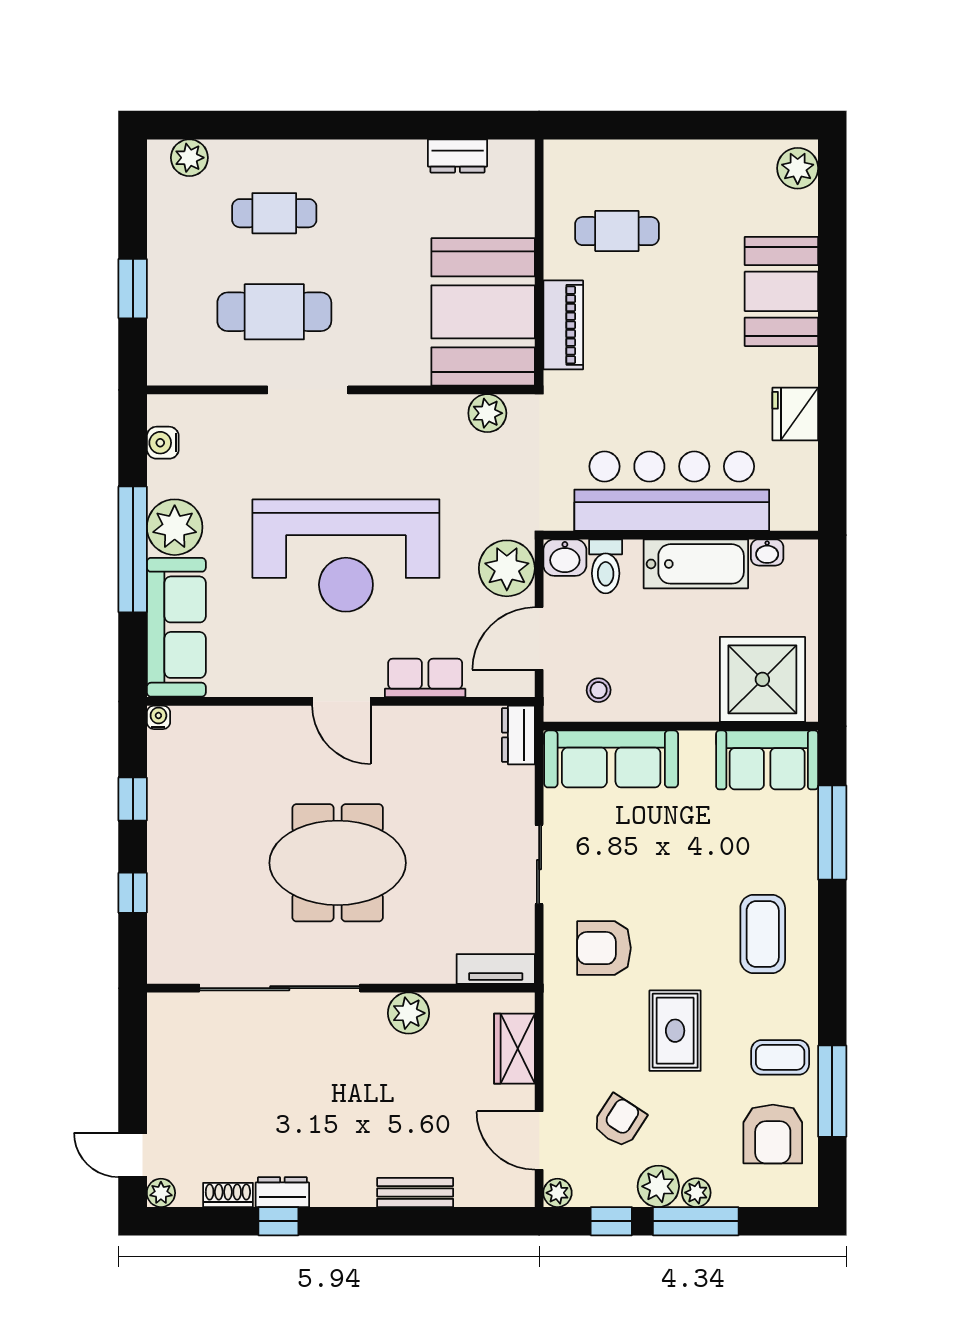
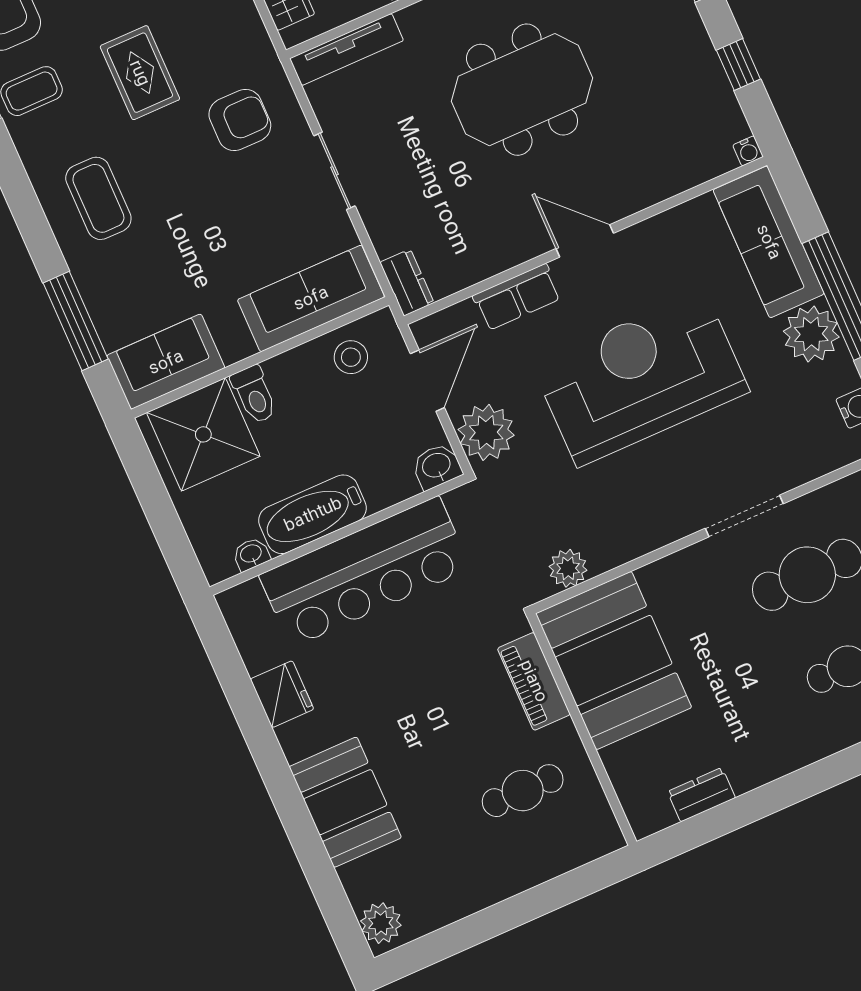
toilet: (606, 566) -> (254, 395), moved, turned 180
stool: (599, 690) -> (351, 357), width x1.37, depth x1.37
tv unit: (496, 969) -> (347, 49), width x1.41

